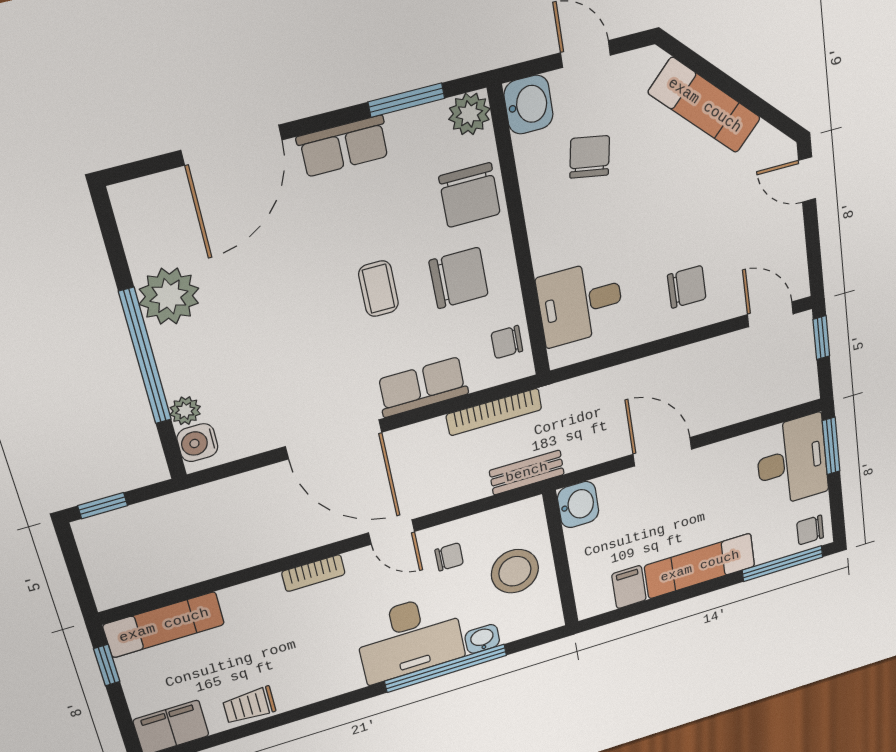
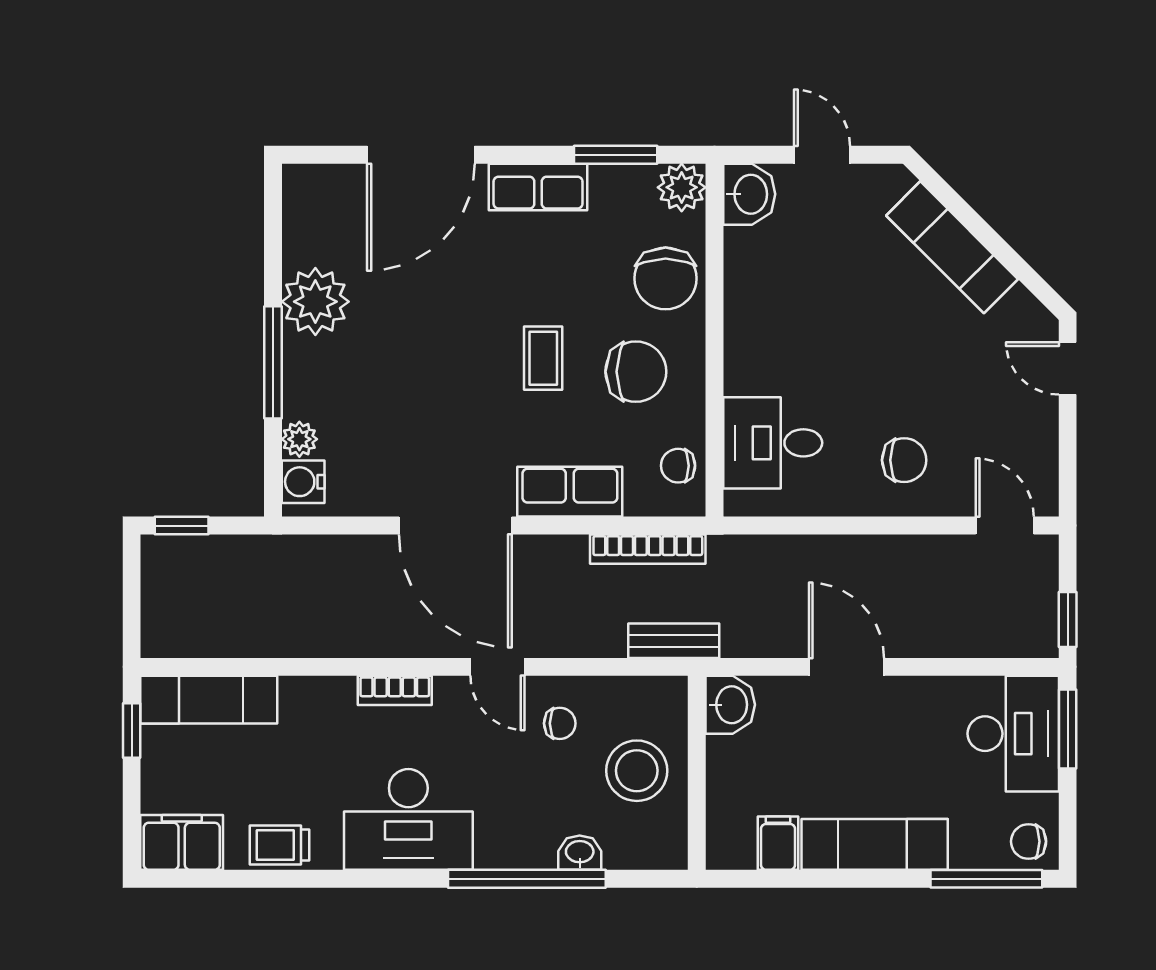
chair: (590, 157) -> (810, 271), removed
window: (821, 338) -> (1068, 619), moved
window: (145, 356) -> (273, 362), width x0.68
desk: (410, 638) -> (408, 819), moved

